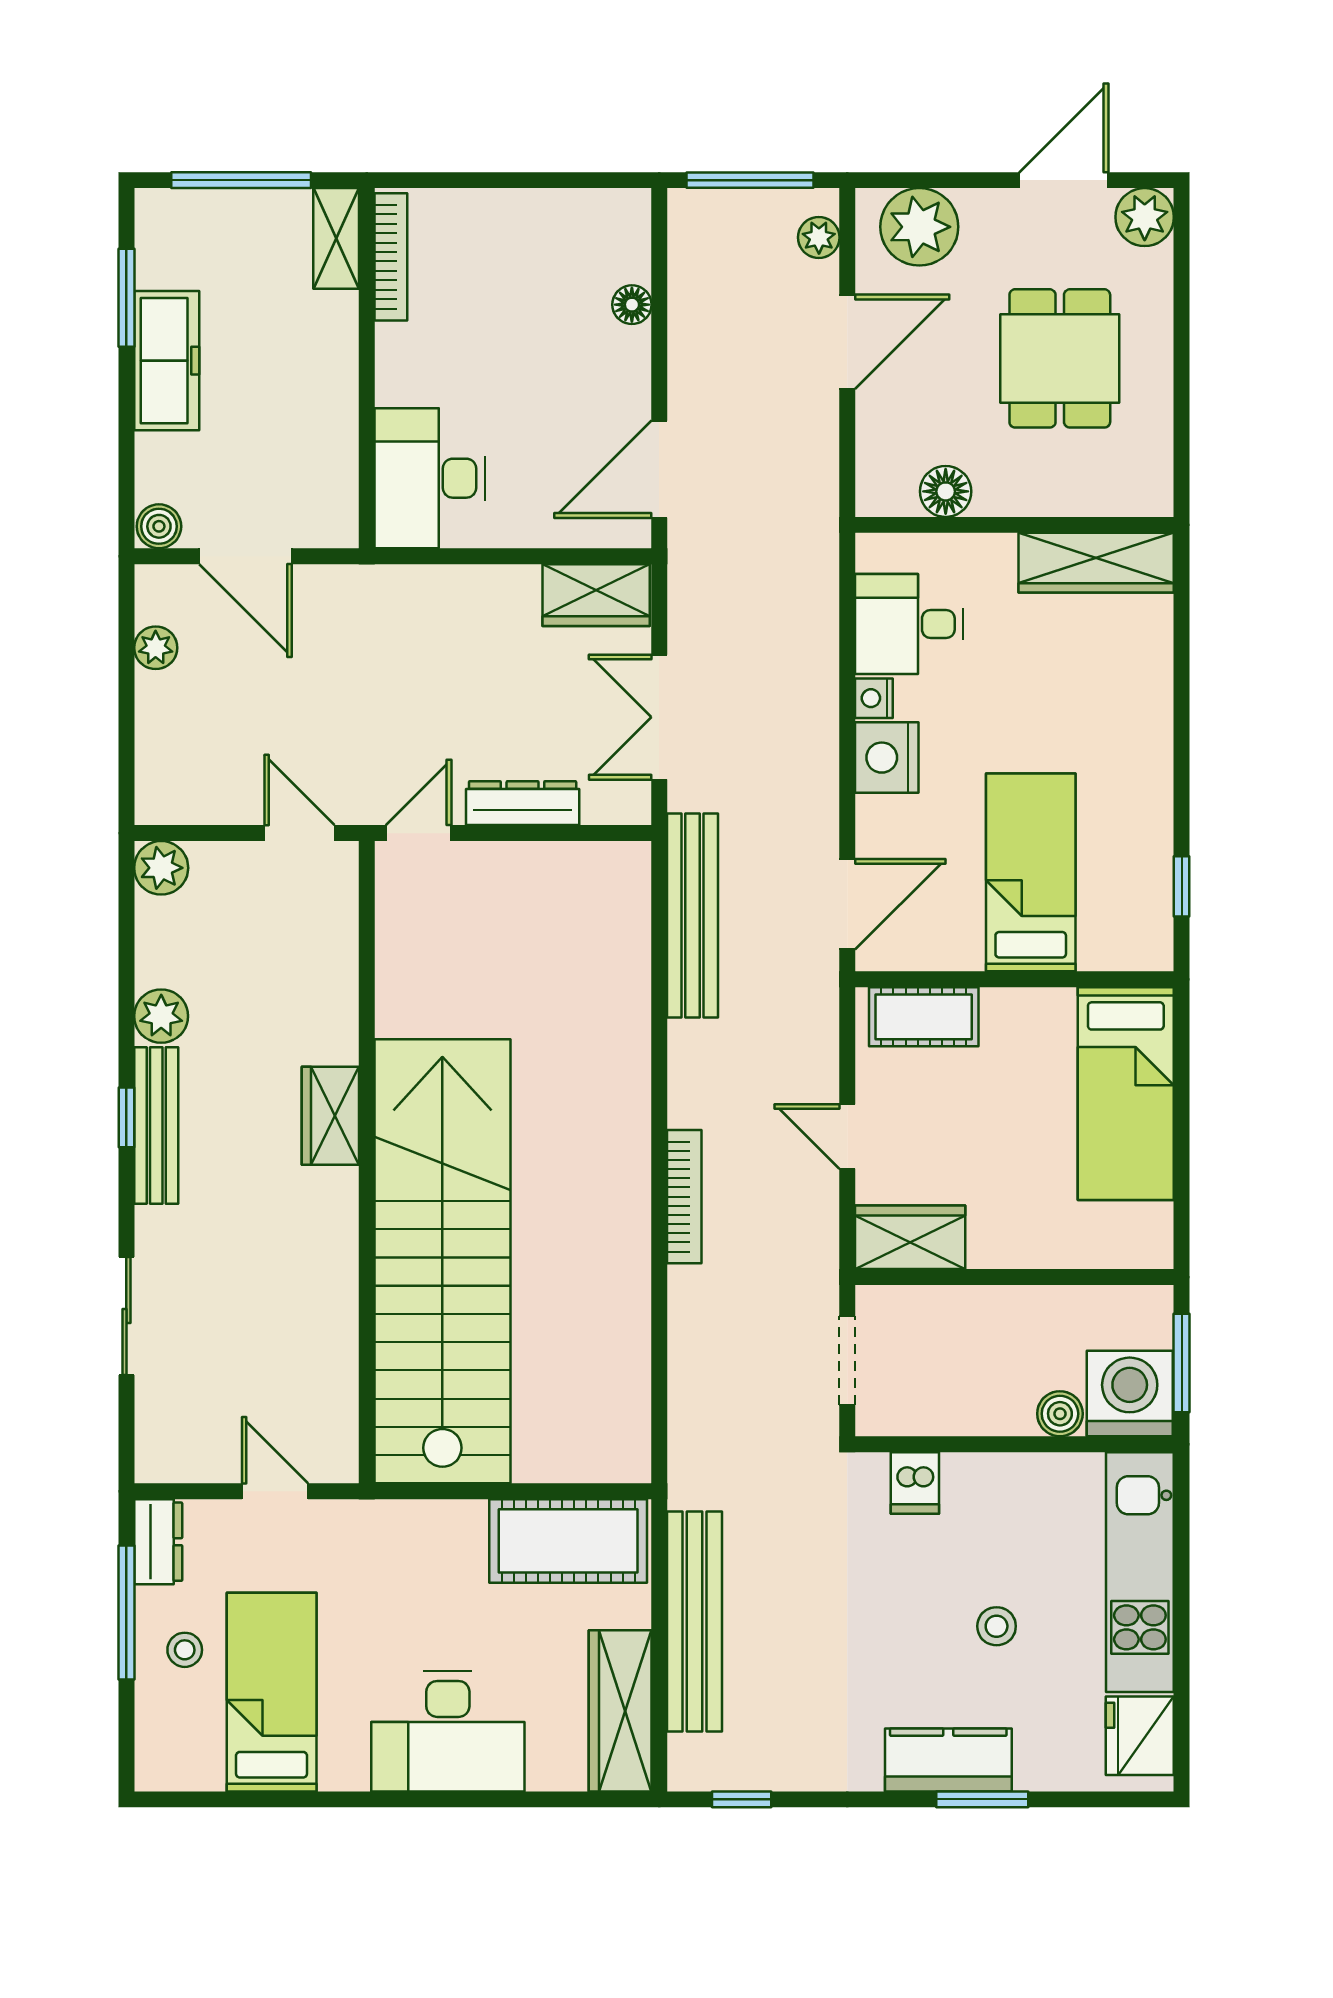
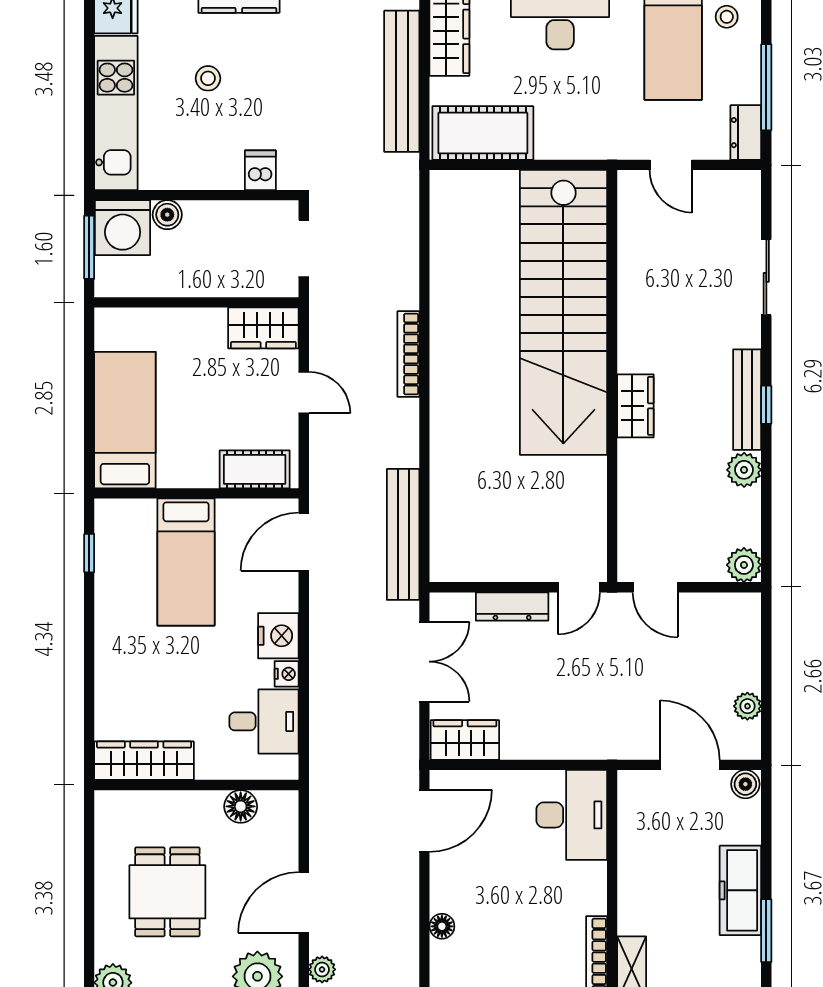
stool: (185, 1650) -> (727, 17), moved

